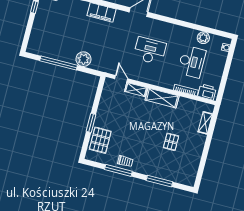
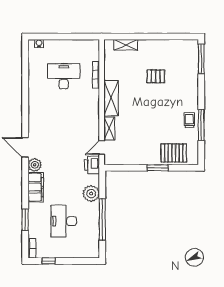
plant: (203, 38) -> (35, 165), moved
desk: (150, 51) -> (64, 221), moved
printer: (207, 92) -> (92, 165), moved
window: (159, 181) -> (201, 59), moved

